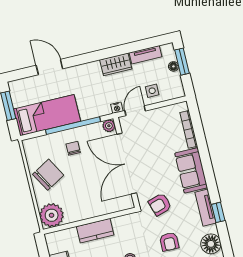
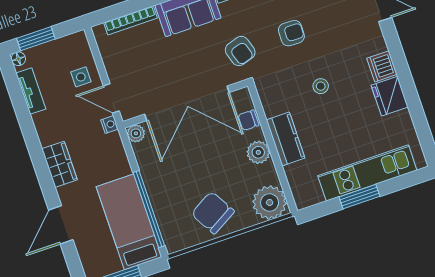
wardrobe: (116, 64) -> (60, 164), moved
floor lamp: (173, 66) -> (18, 59), moved
window: (73, 126) -> (149, 209), moved
chair: (73, 148) -> (248, 120), moved
plant: (88, 211) -> (258, 152), added

